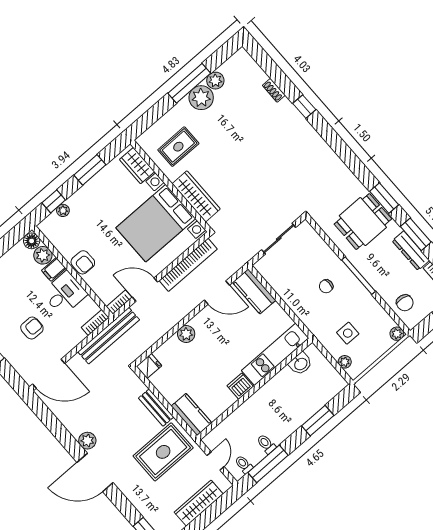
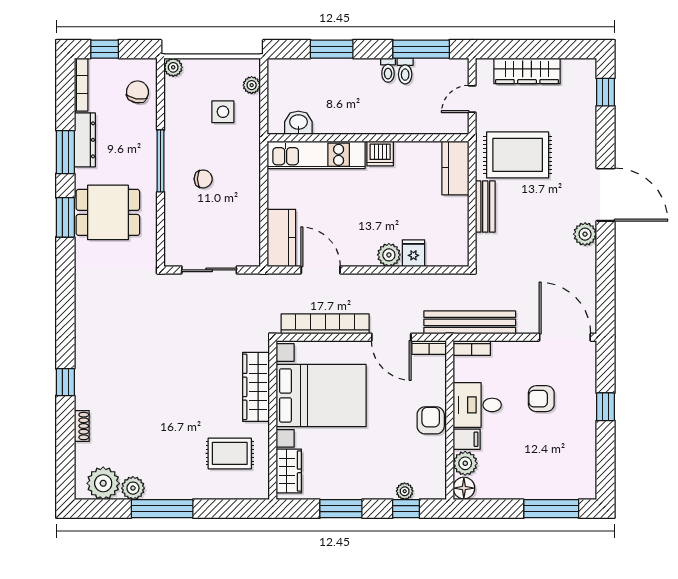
plant: (201, 98) -> (103, 483), moved
fridge: (149, 366) -> (413, 253), moved, turned 90
toilet: (244, 464) -> (388, 70), moved

